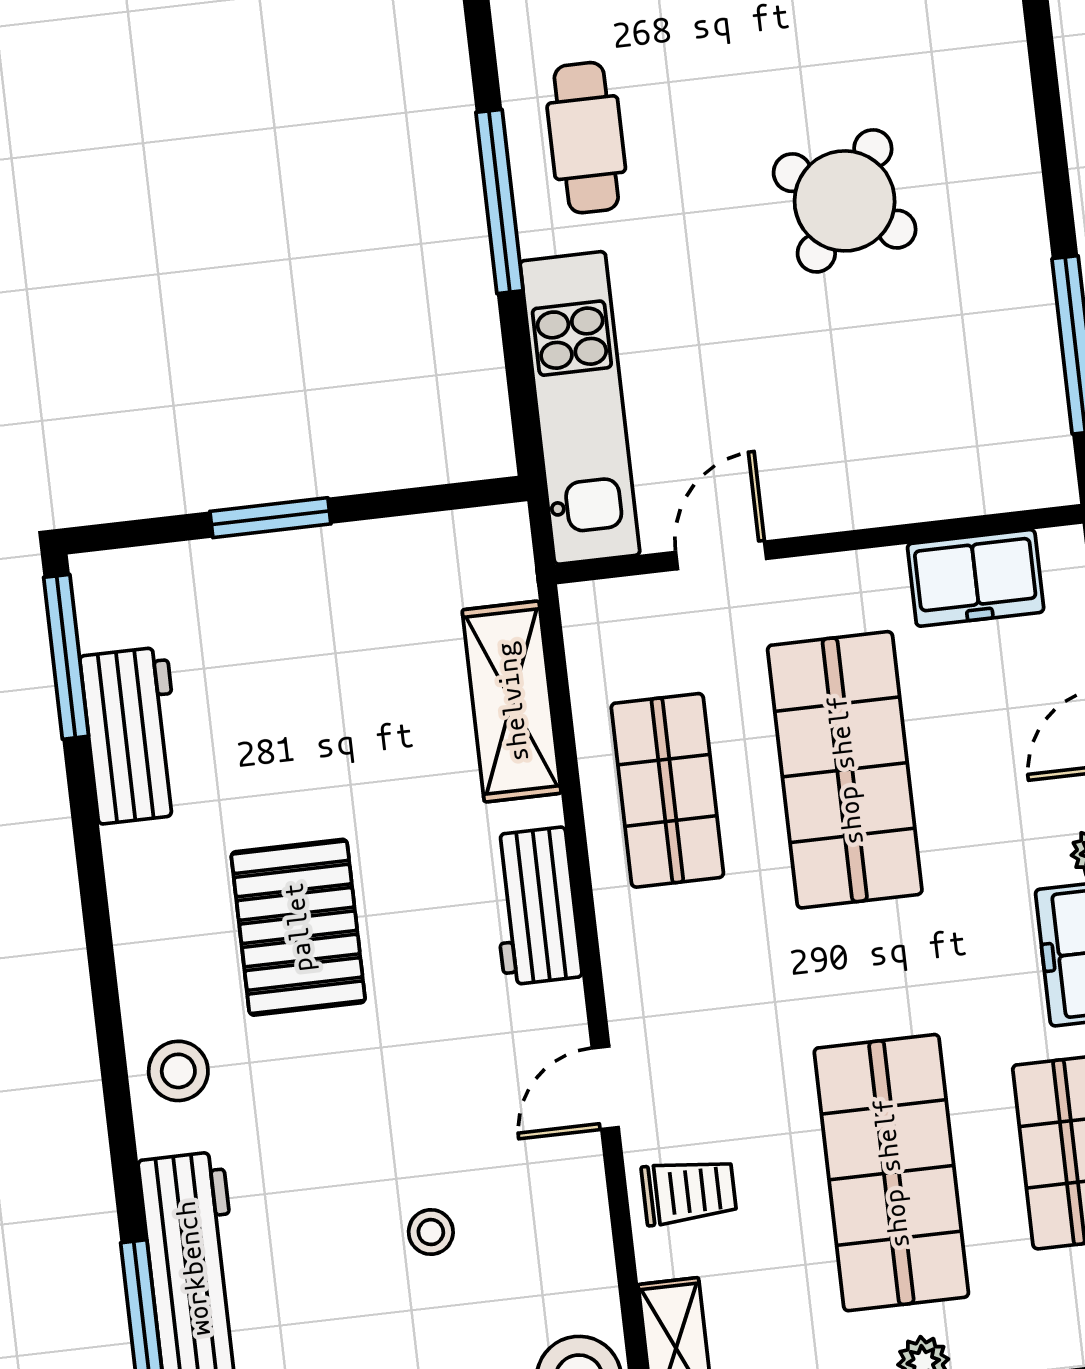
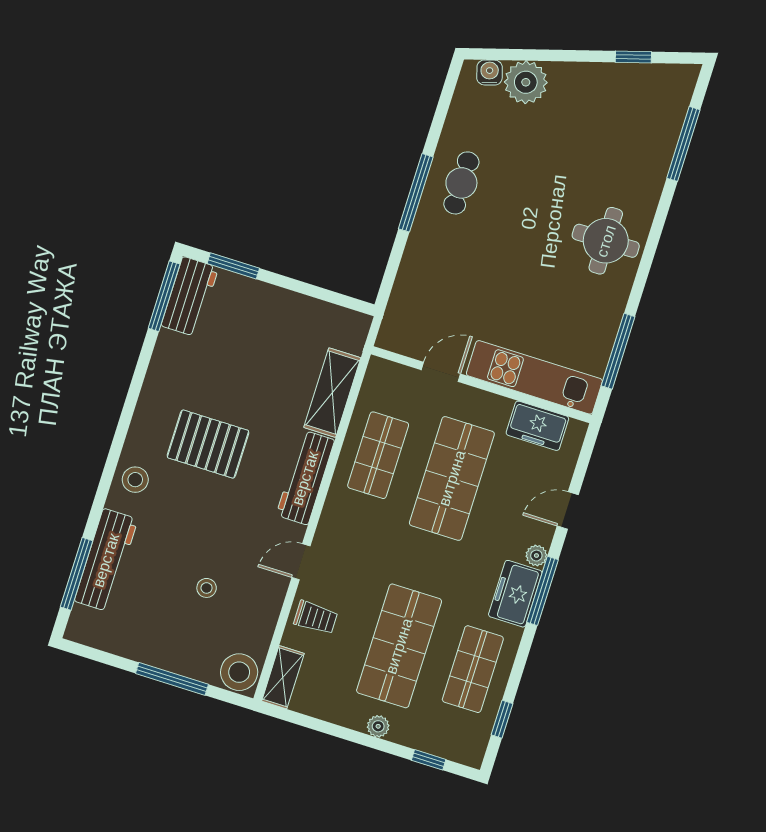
round table: (845, 201) -> (606, 241), moved, turned -35
kitchen unit: (580, 408) -> (534, 377), moved, turned -90
window: (270, 518) -> (233, 266), moved
workbench: (133, 735) -> (190, 297), moved
workbench: (535, 906) -> (305, 478), width x1.37
pallet: (298, 927) -> (208, 444), turned 90

